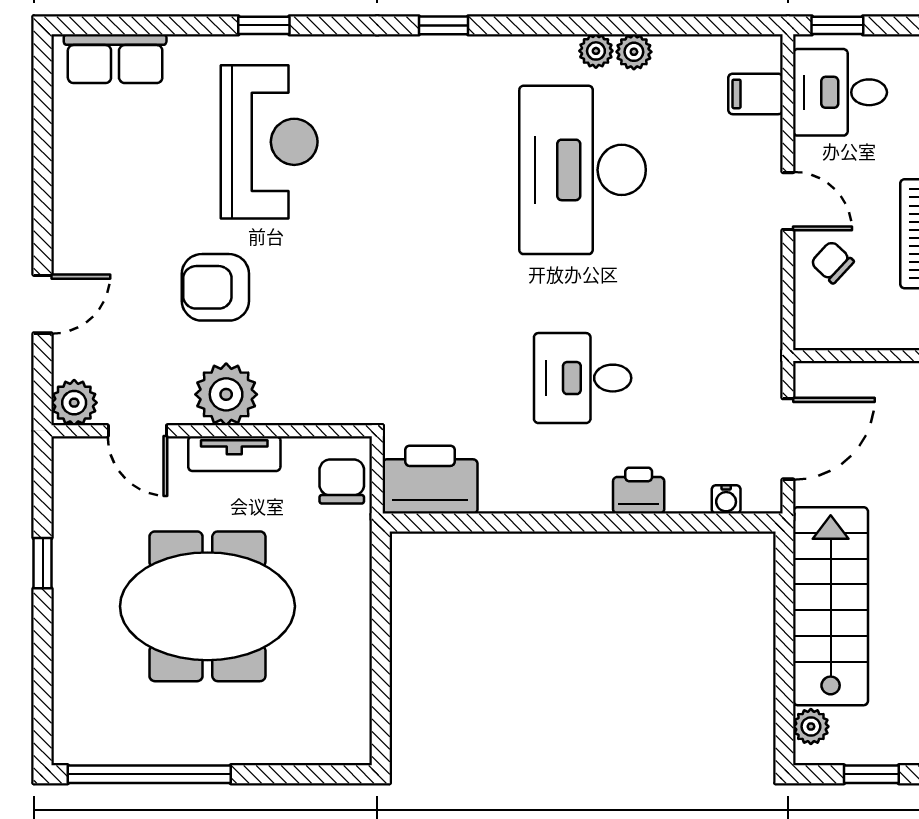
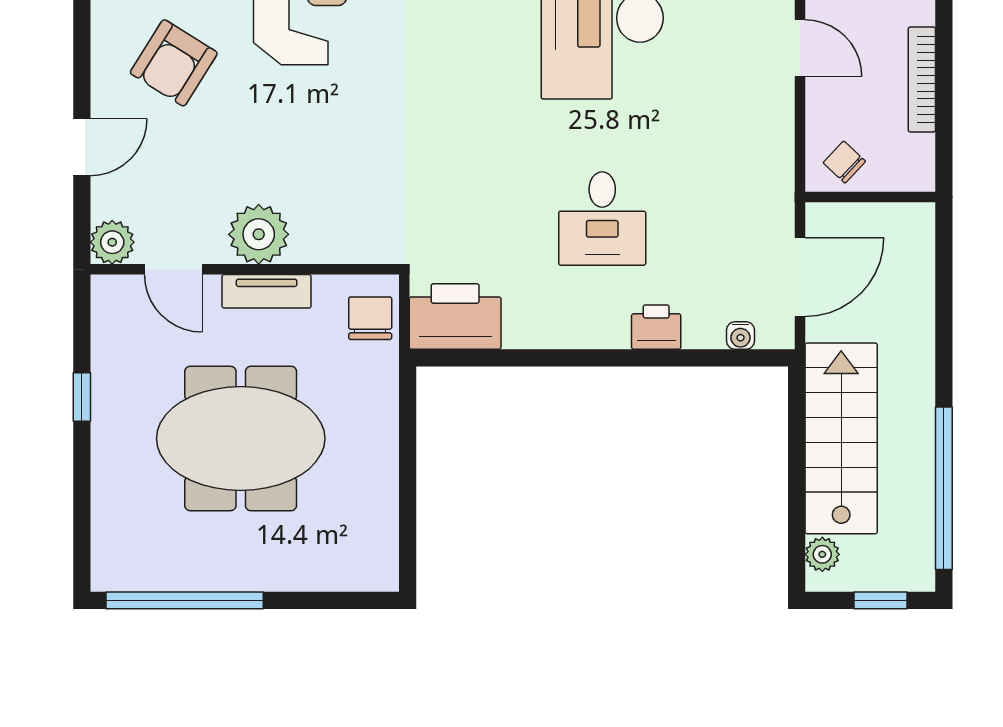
chair: (832, 262) -> (844, 162), moved
armchair: (215, 287) -> (174, 63), moved, turned -58
desk: (583, 378) -> (602, 218), turned -90

